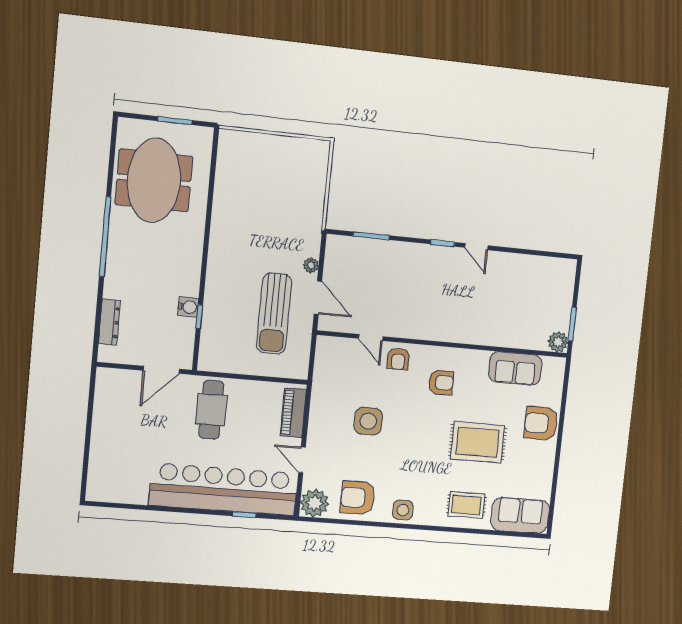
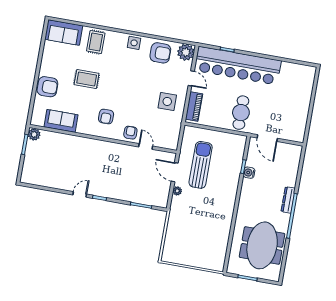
door: (476, 247) -> (80, 194), hinge flipped
dresser: (109, 322) -> (288, 200), moved
door: (161, 370) -> (267, 138), swing flipped
armchair: (441, 382) -> (106, 117), turned -89
side table: (368, 421) -> (167, 101), moved
rug: (478, 442) -> (87, 79), width x0.73, depth x0.70
rug: (466, 505) -> (96, 42), turned 90

